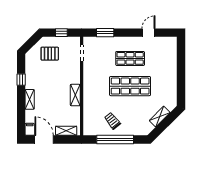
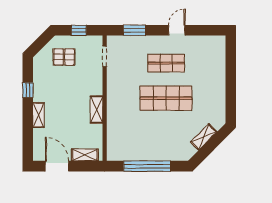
door: (148, 33) -> (177, 30), moved
trolley: (112, 121) -> (144, 142), removed
filing cabinet: (30, 129) -> (39, 153), removed

